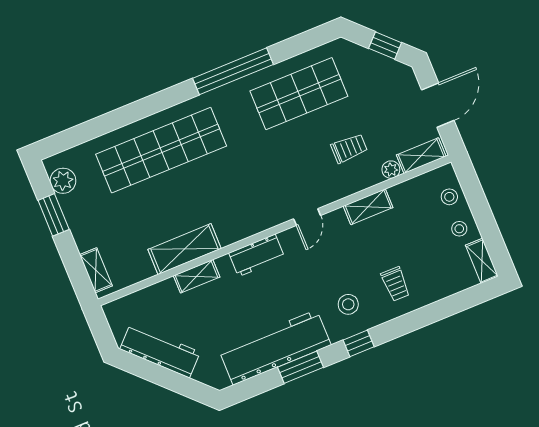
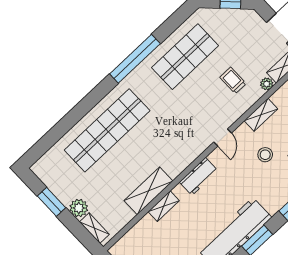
trolley: (349, 148) -> (233, 80), turned -90
plant: (63, 181) -> (79, 208), moved
stool: (348, 304) -> (265, 155), moved

